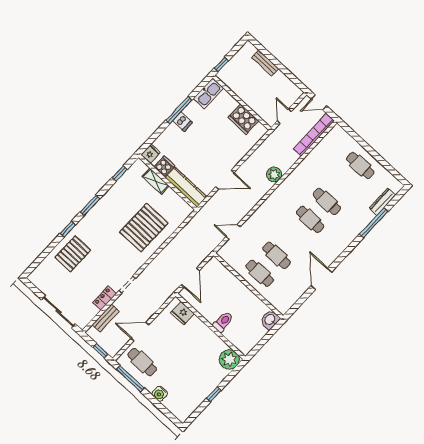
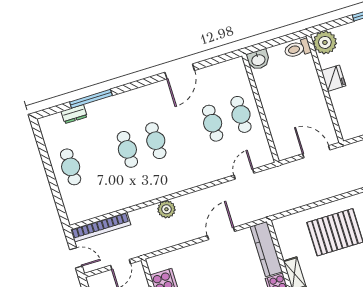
door: (225, 180) -> (221, 234), hinge flipped
dresser: (382, 202) -> (74, 114), width x0.70
door: (233, 232) -> (244, 174), swing flipped
door: (190, 278) -> (316, 152), hinge flipped
fridge: (183, 313) -> (333, 78), moved
toilet: (223, 322) -> (297, 49), moved

